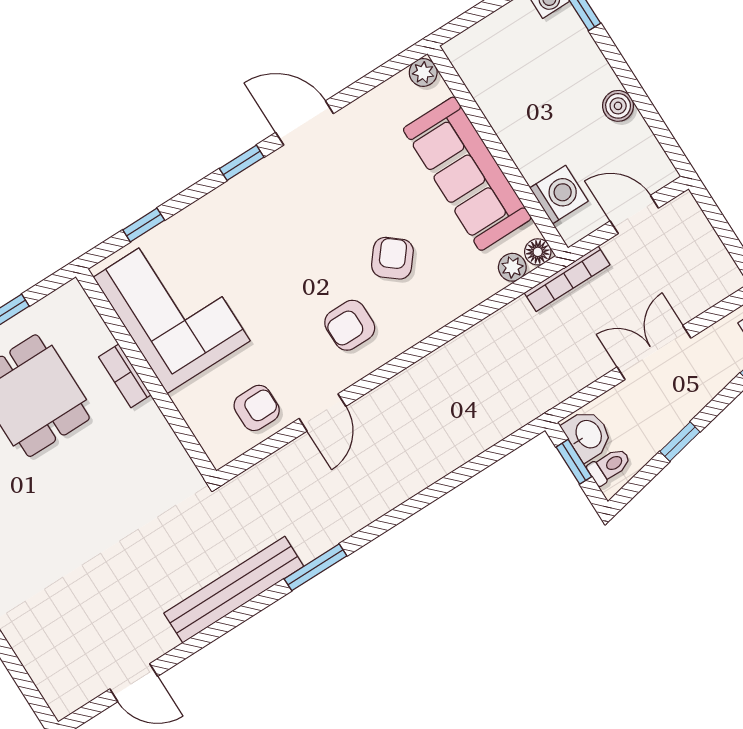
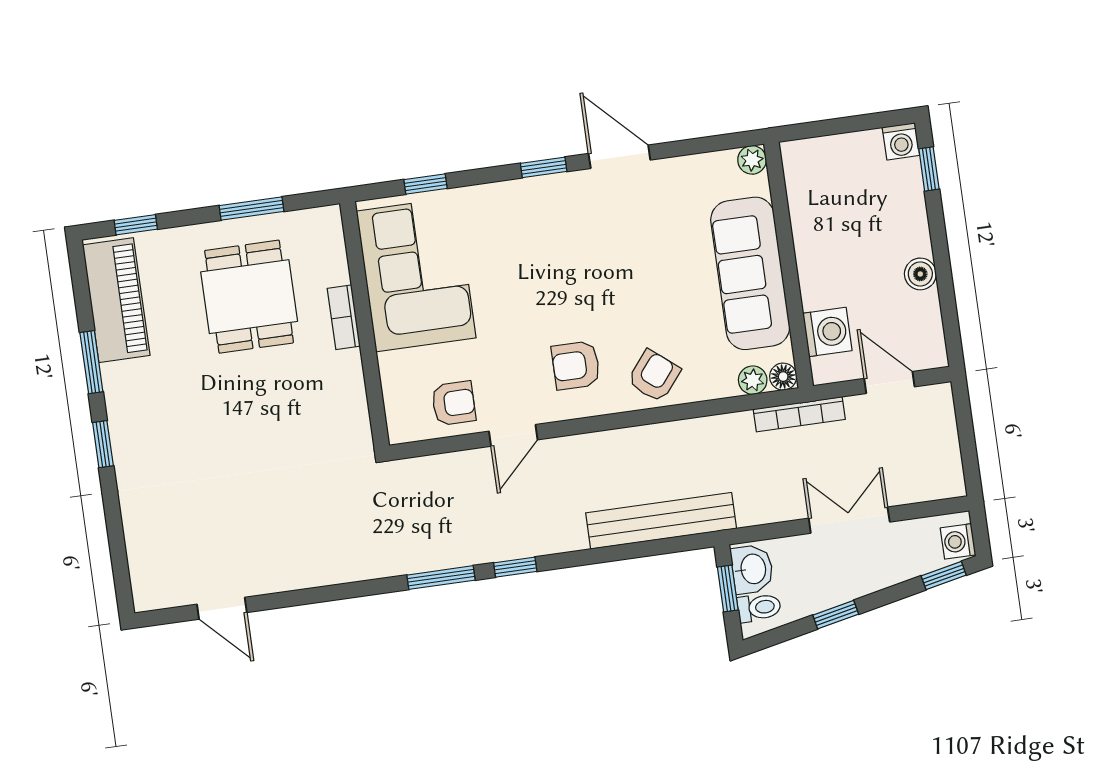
armchair: (392, 258) -> (654, 376), moved
window: (377, 528) -> (515, 567), added
bench: (234, 590) -> (661, 521), moved

